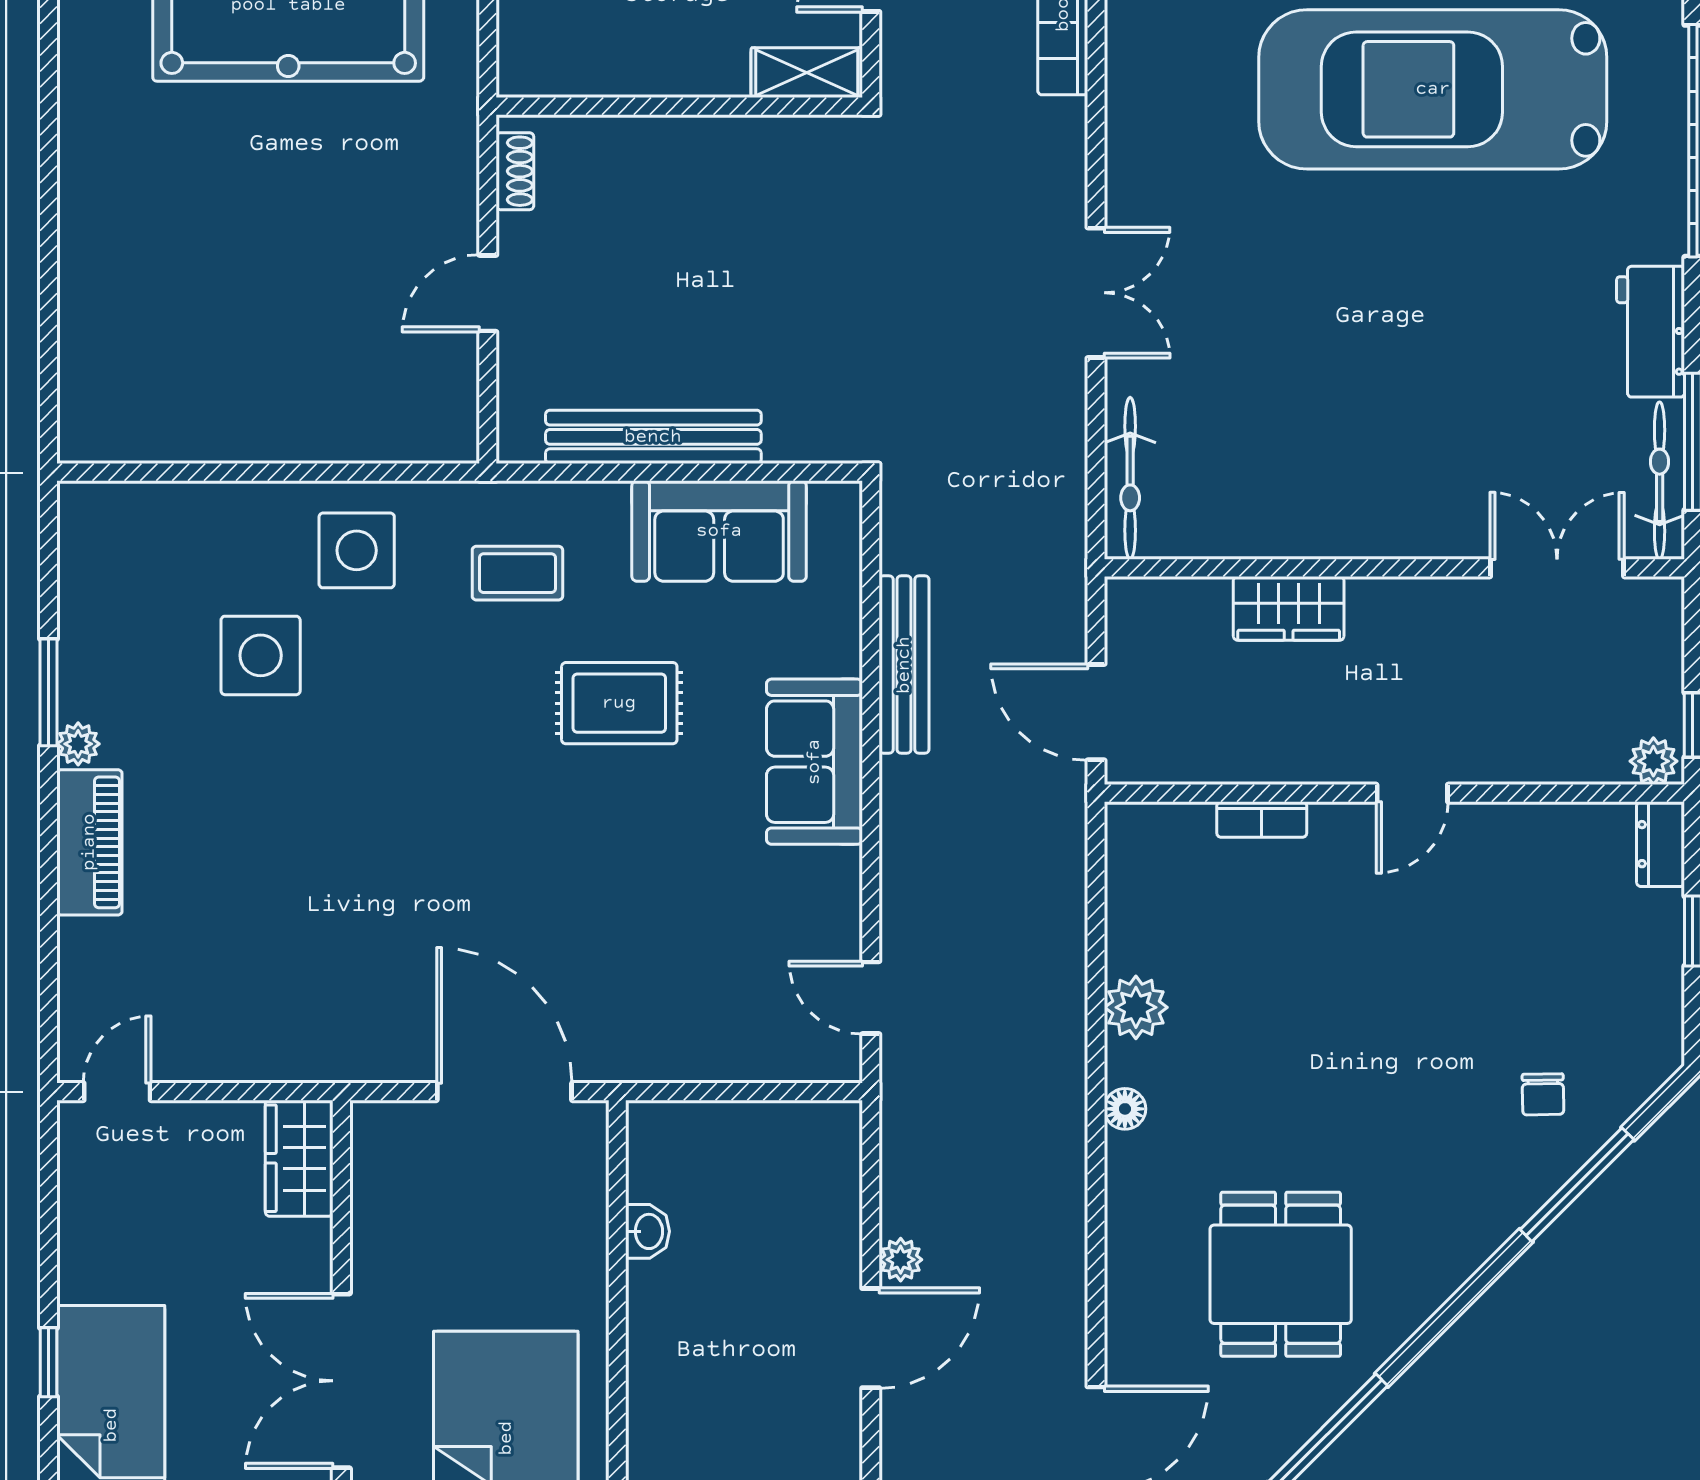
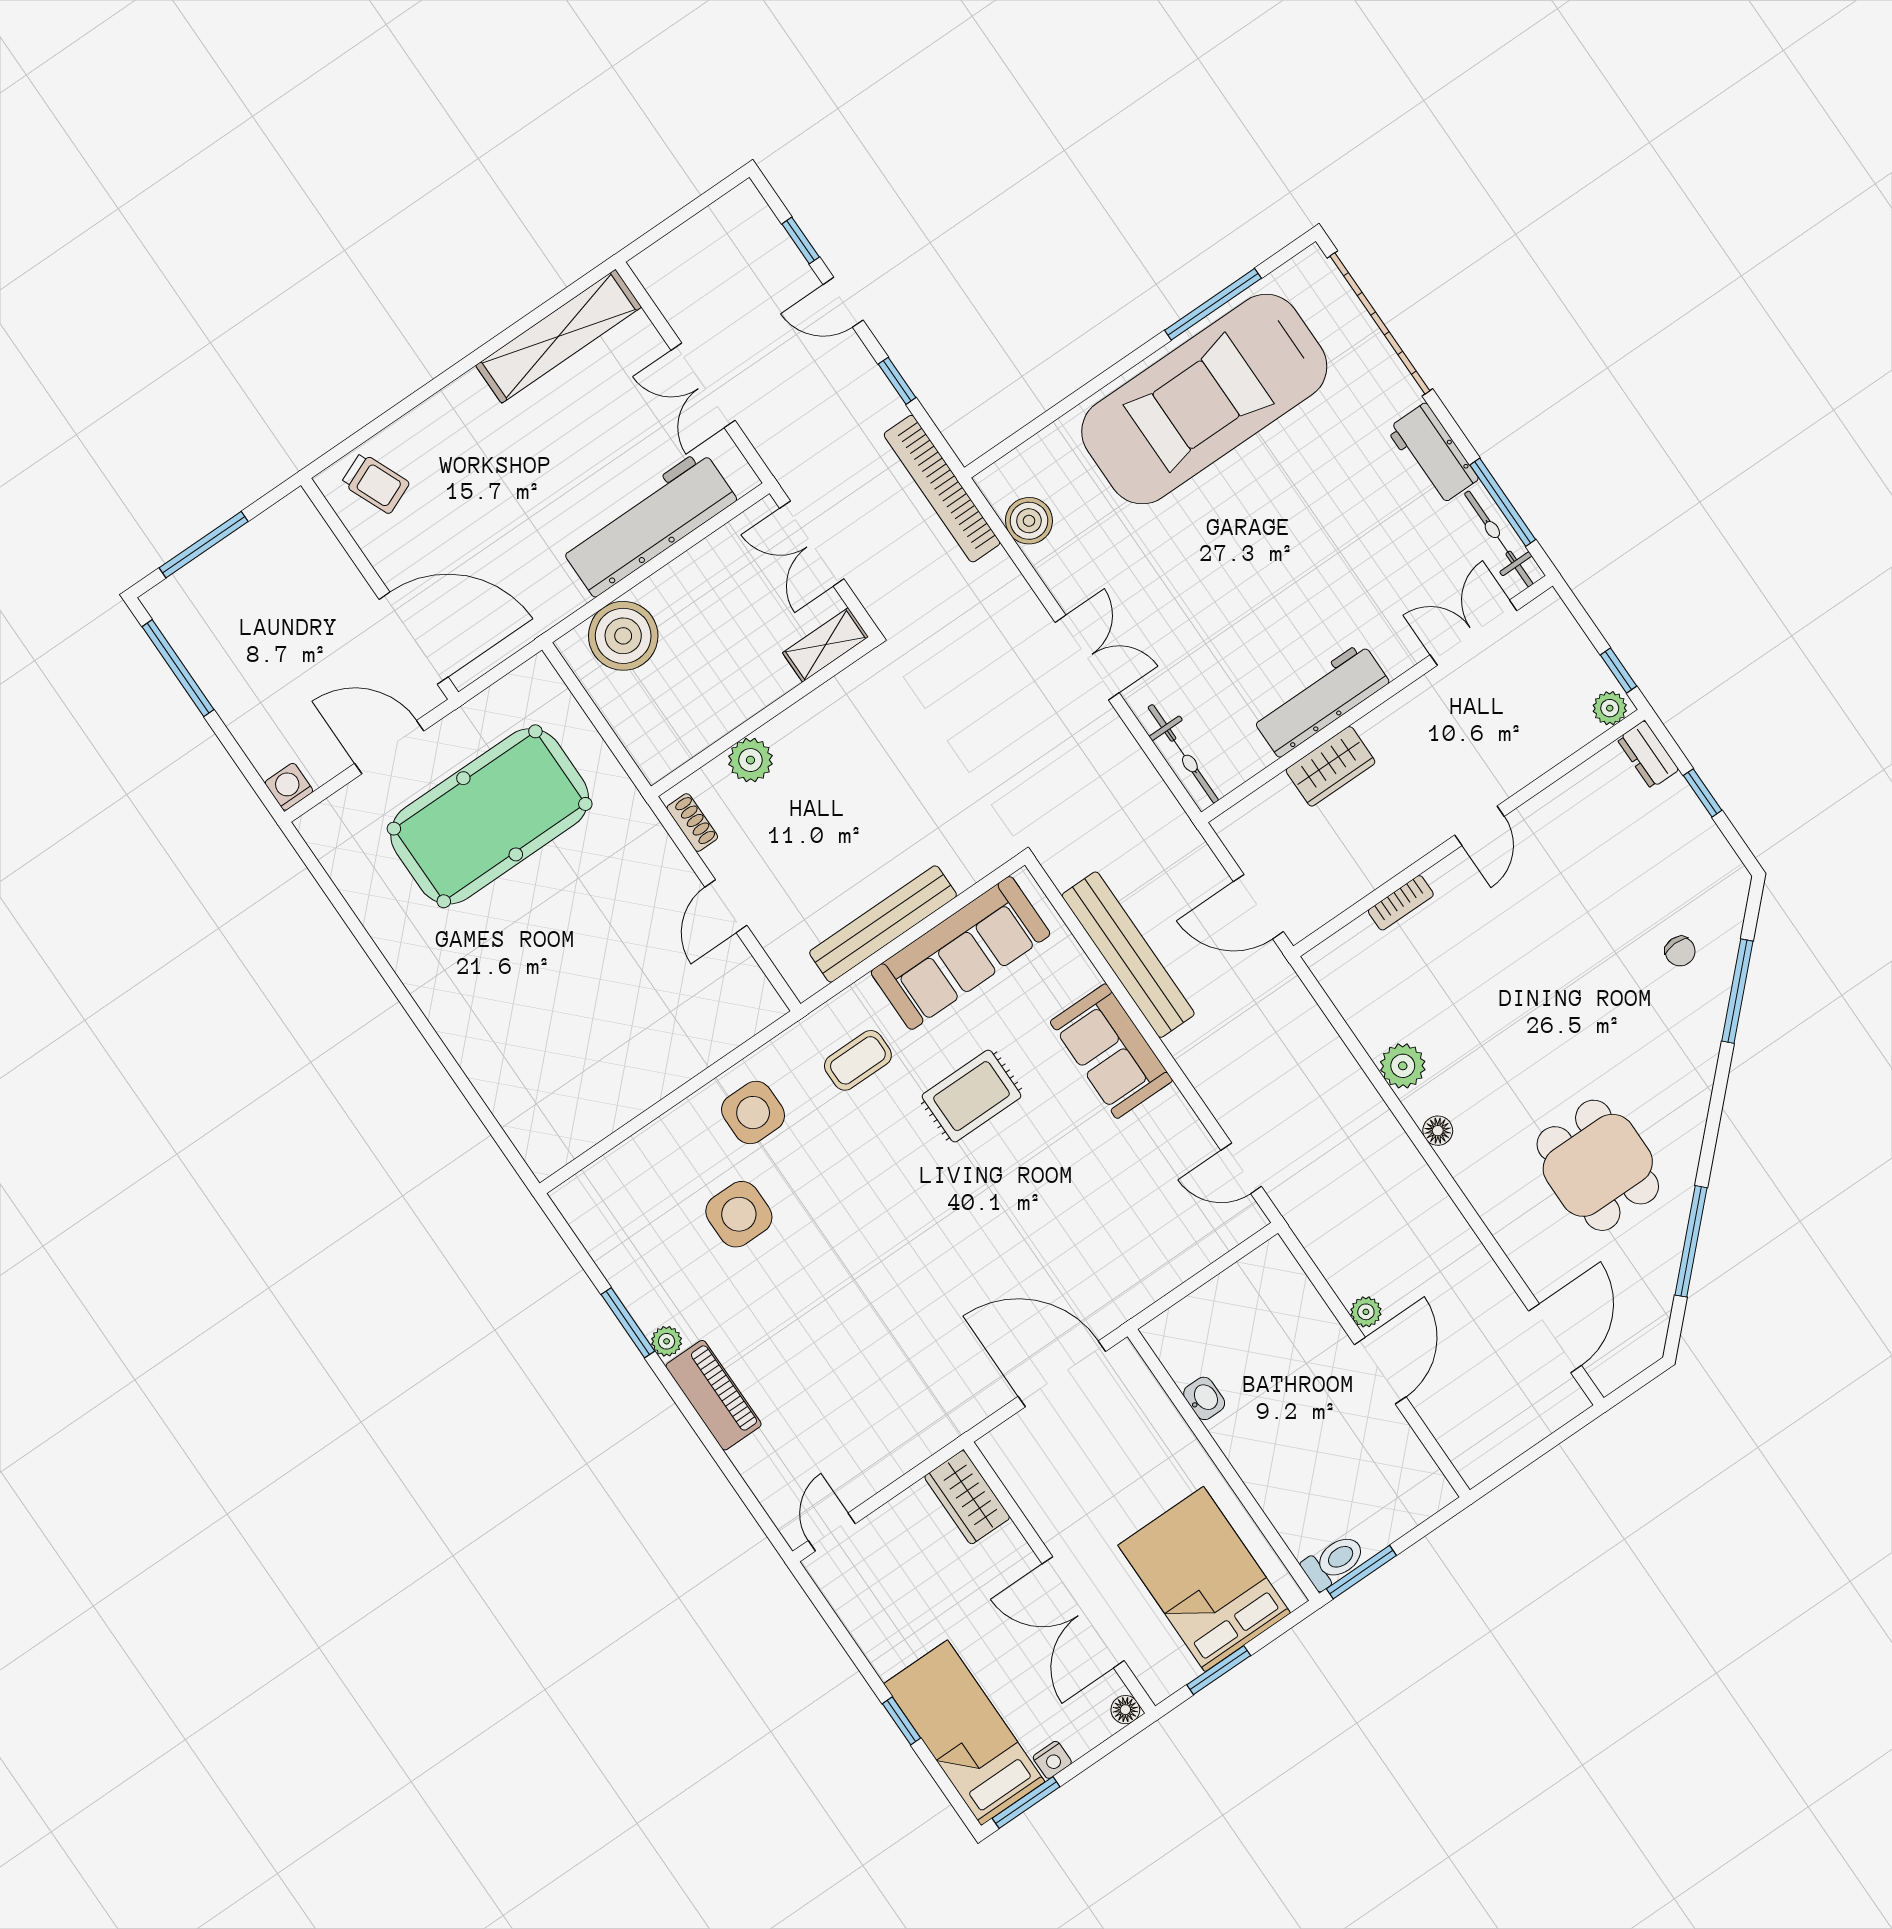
boiler: (1137, 91) -> (1029, 521), added
plant: (631, 145) -> (750, 760), added
workbench: (1329, 524) -> (1320, 700), added
sofa: (719, 531) -> (961, 953), width x1.36
bench: (904, 665) -> (1128, 955), width x1.37, depth x1.21

